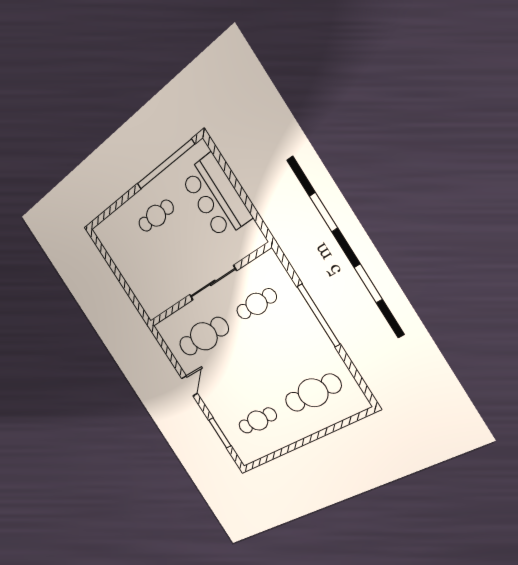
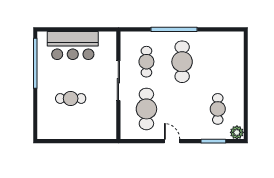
cafe table: (156, 216) -> (71, 98), moved, turned 90
cafe table: (313, 393) -> (182, 62), moved
plant: (246, 455) -> (237, 132), added

